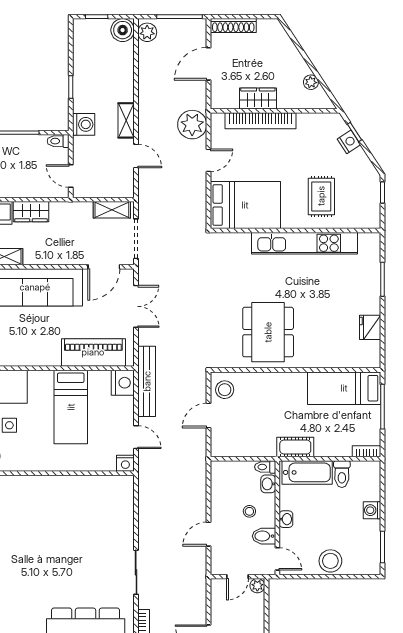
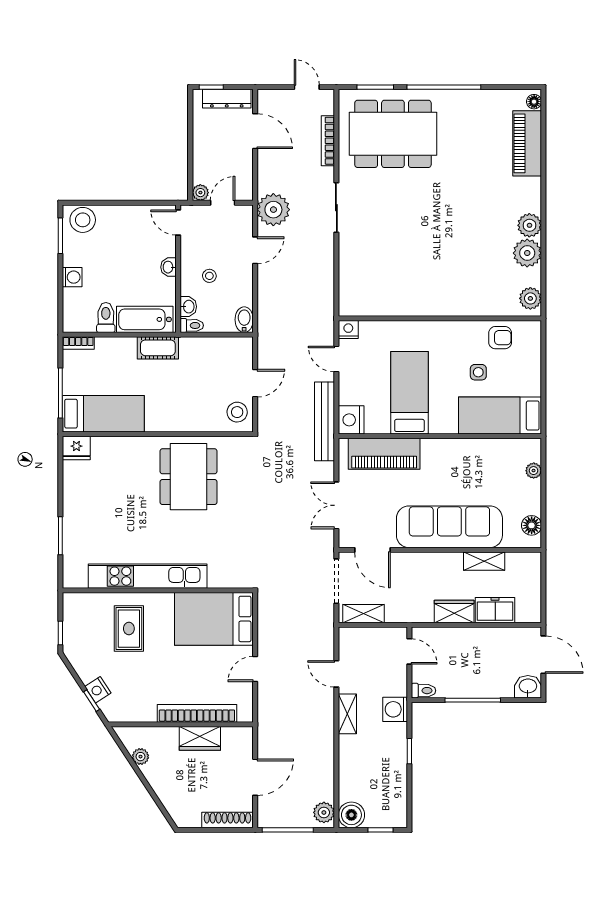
plant: (192, 125) -> (273, 210), moved
door: (104, 267) -> (372, 550), swing flipped
fridge: (370, 327) -> (76, 448), moved, turned 90
bidet: (264, 536) -> (244, 320), moved, turned -90
stool: (330, 561) -> (83, 220), moved

